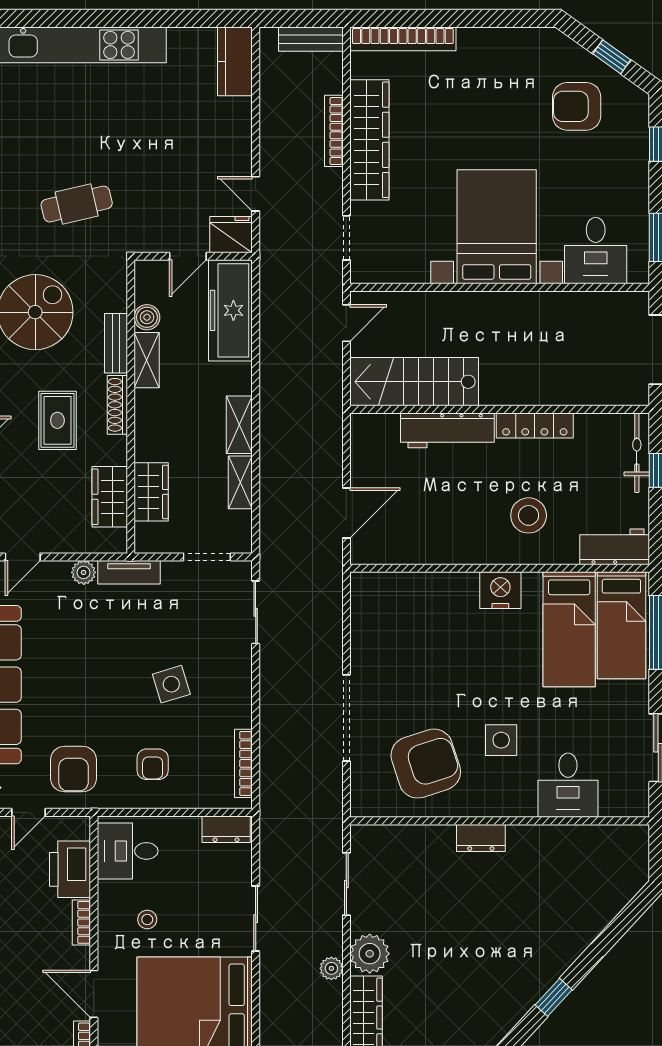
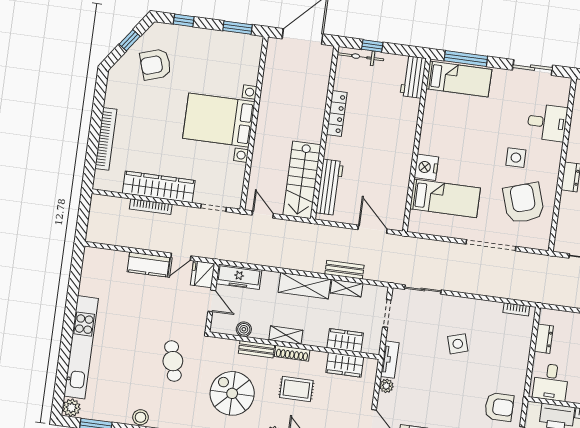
bench: (311, 39) -> (344, 270), moved, turned 90
bookcase: (403, 39) -> (106, 139), moved
kitchen counter: (235, 61) -> (148, 265), moved
armchair: (577, 106) -> (156, 64), turned 72
desk: (596, 251) -> (240, 65), removed
freezer: (230, 310) -> (239, 277), width x0.73, depth x0.79
shelving: (147, 360) -> (286, 335), moved
shelving: (239, 425) -> (304, 286), width x1.50, depth x1.33
workbench: (447, 430) -> (330, 187), moved
stool: (529, 515) -> (388, 124), removed
nightstand: (500, 590) -> (426, 167), moved
bed: (569, 629) -> (445, 198), moved
bookcase: (243, 763) -> (516, 309), width x0.64
armchair: (153, 764) -> (503, 361), removed
dresser: (226, 829) -> (544, 339), moved

